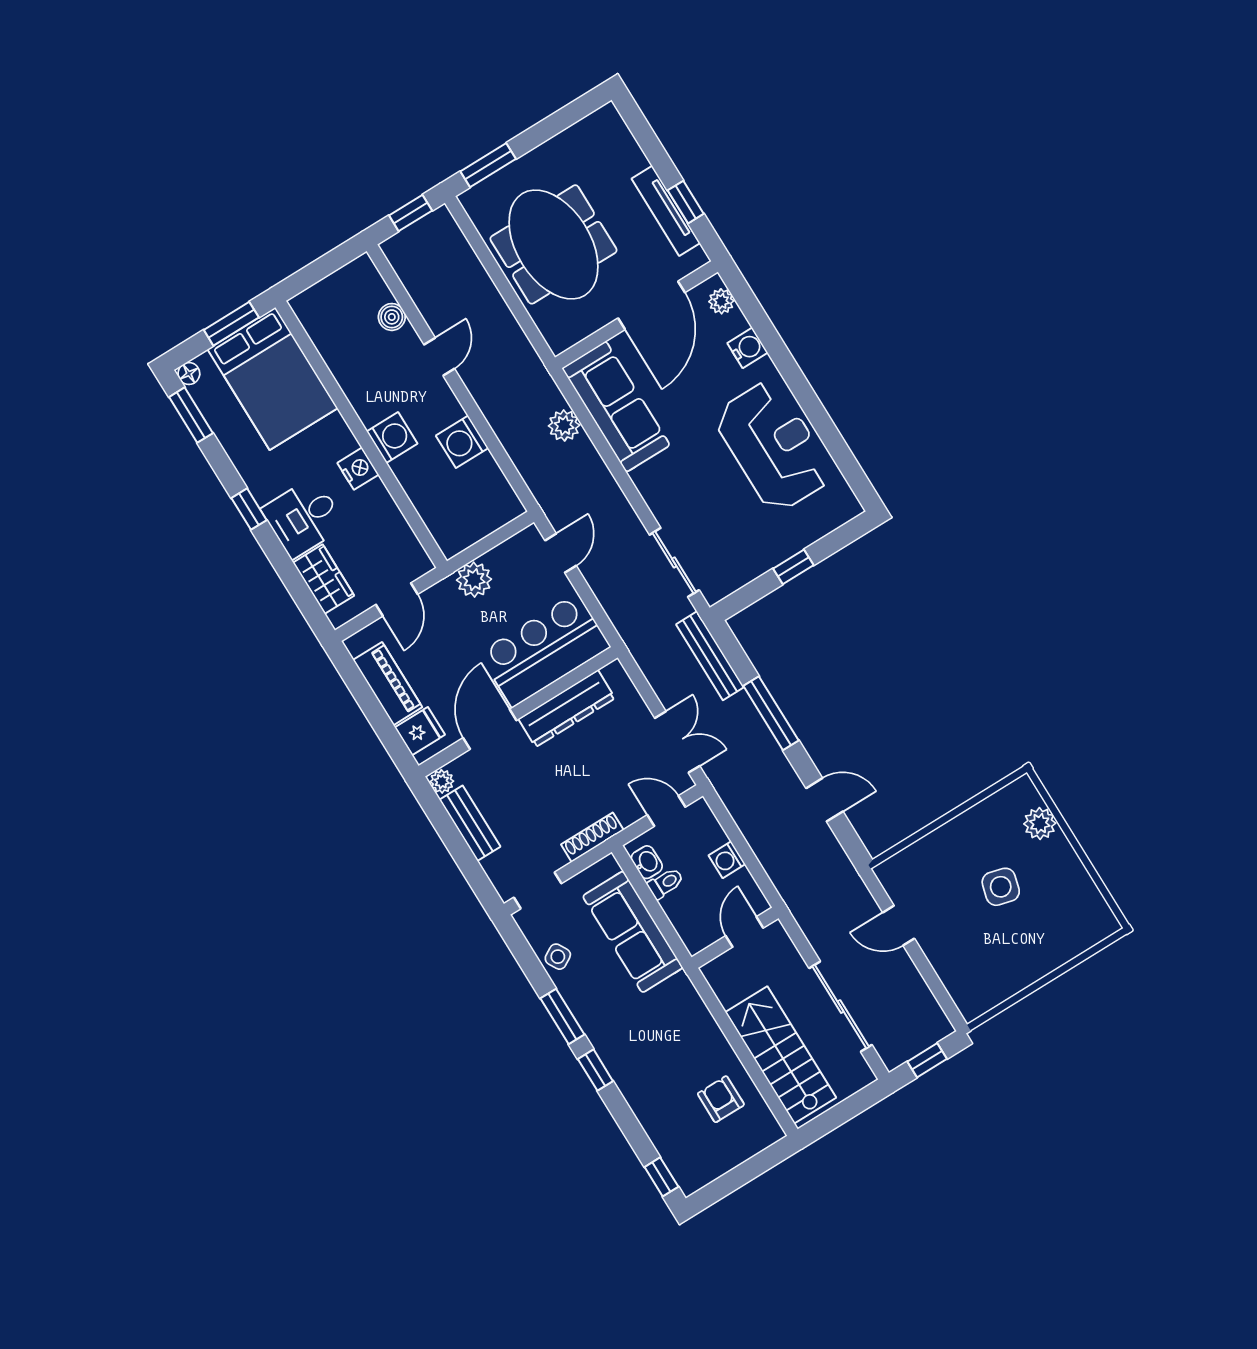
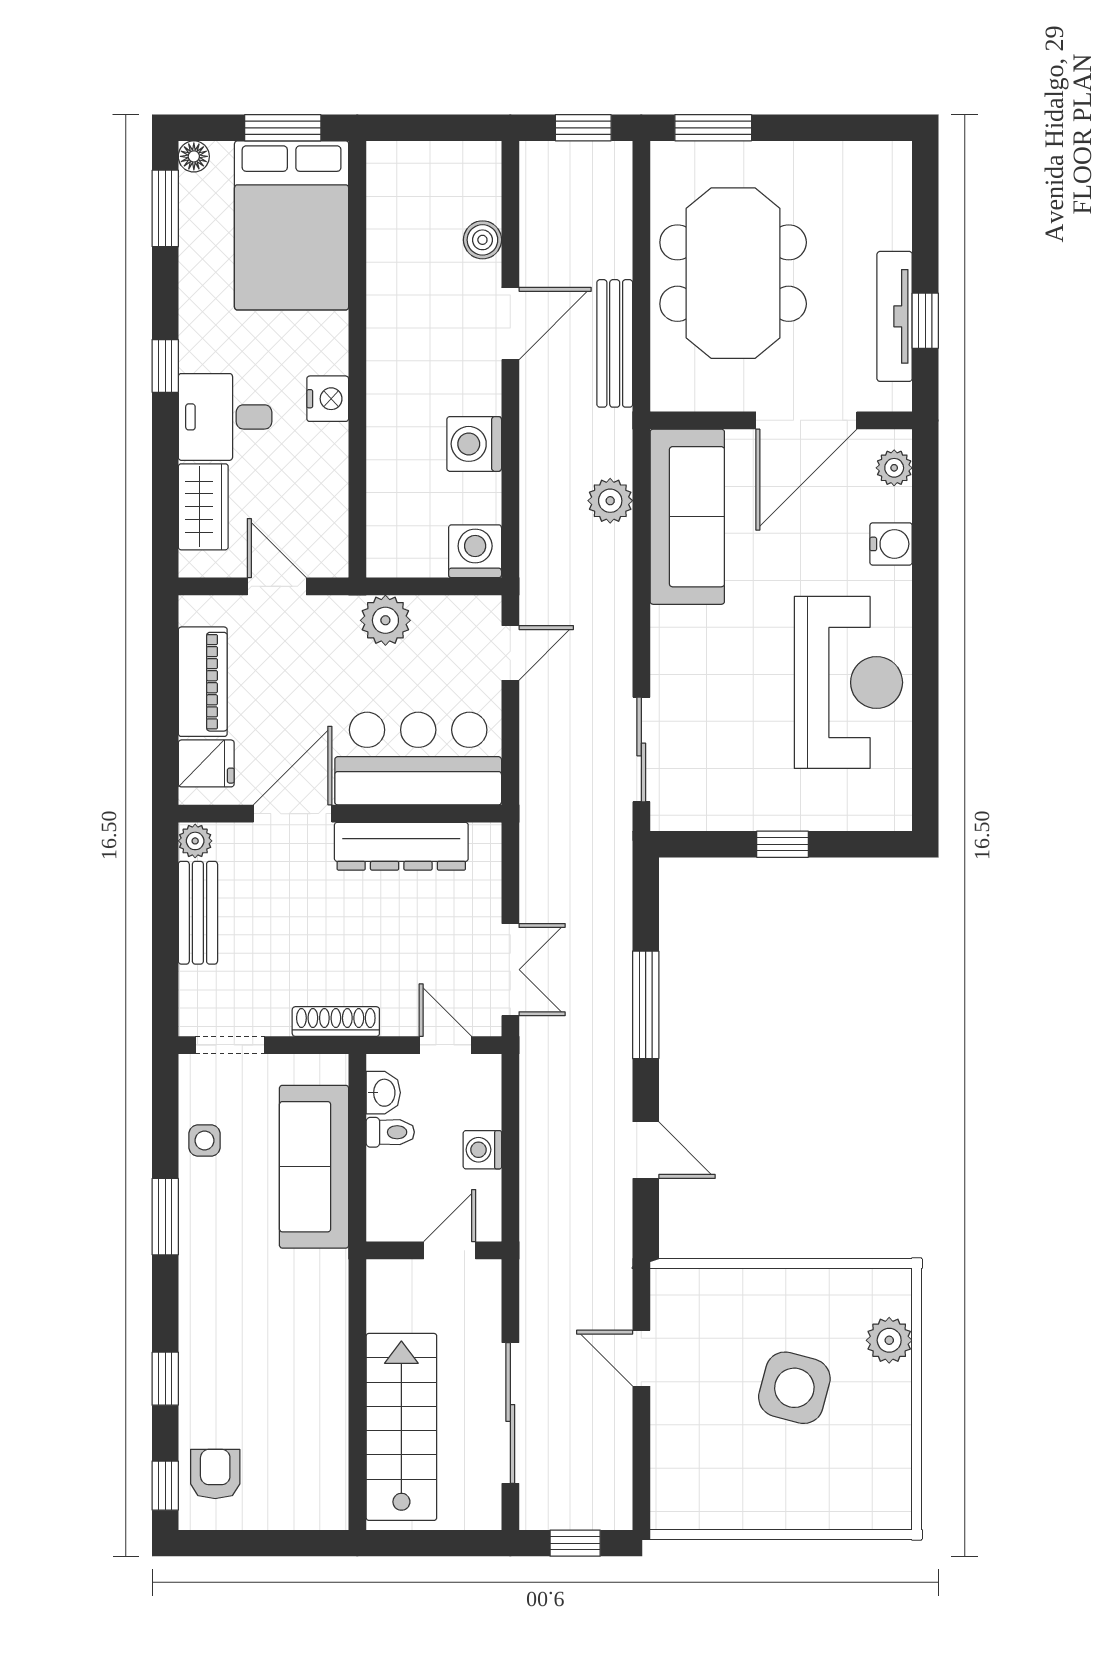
door: (439, 357) -> (510, 324), width x1.38
washing machine: (392, 438) -> (475, 551), moved, turned -90
door: (397, 599) -> (277, 586), swing flipped
bench: (710, 656) -> (615, 343), moved
side table: (1001, 887) -> (794, 1388), width x1.37, depth x1.37
side table: (558, 957) -> (205, 1141), turned 30
window: (595, 1070) -> (165, 1379), moved
armchair: (721, 1099) -> (215, 1474), moved

